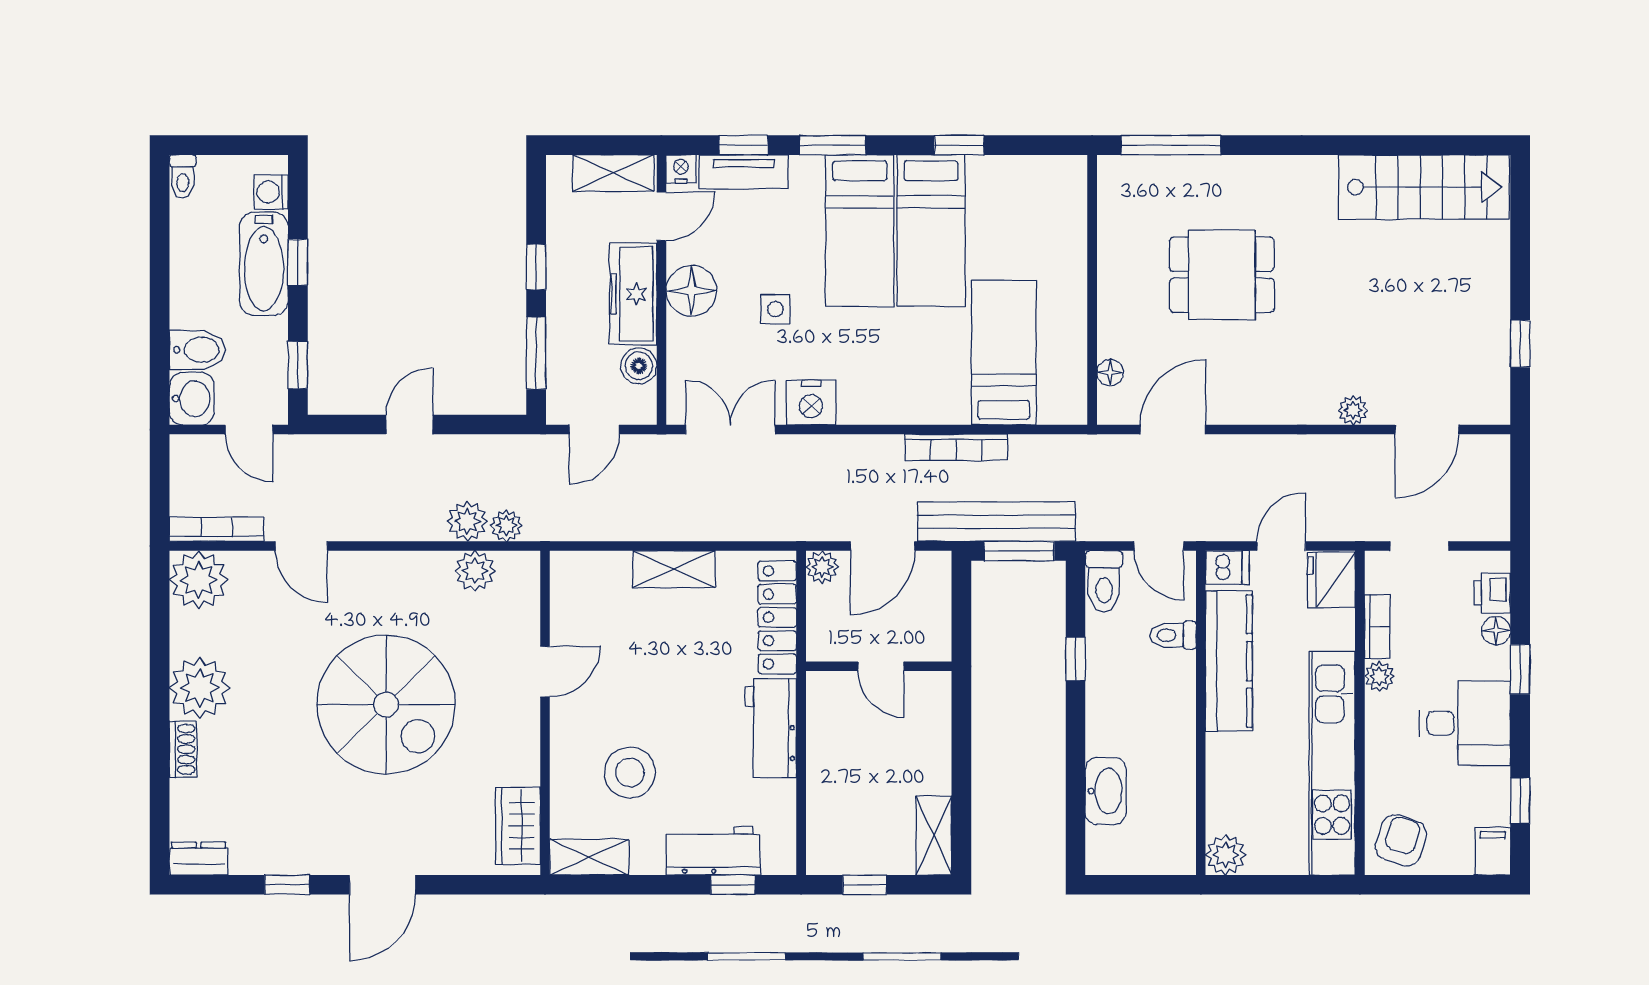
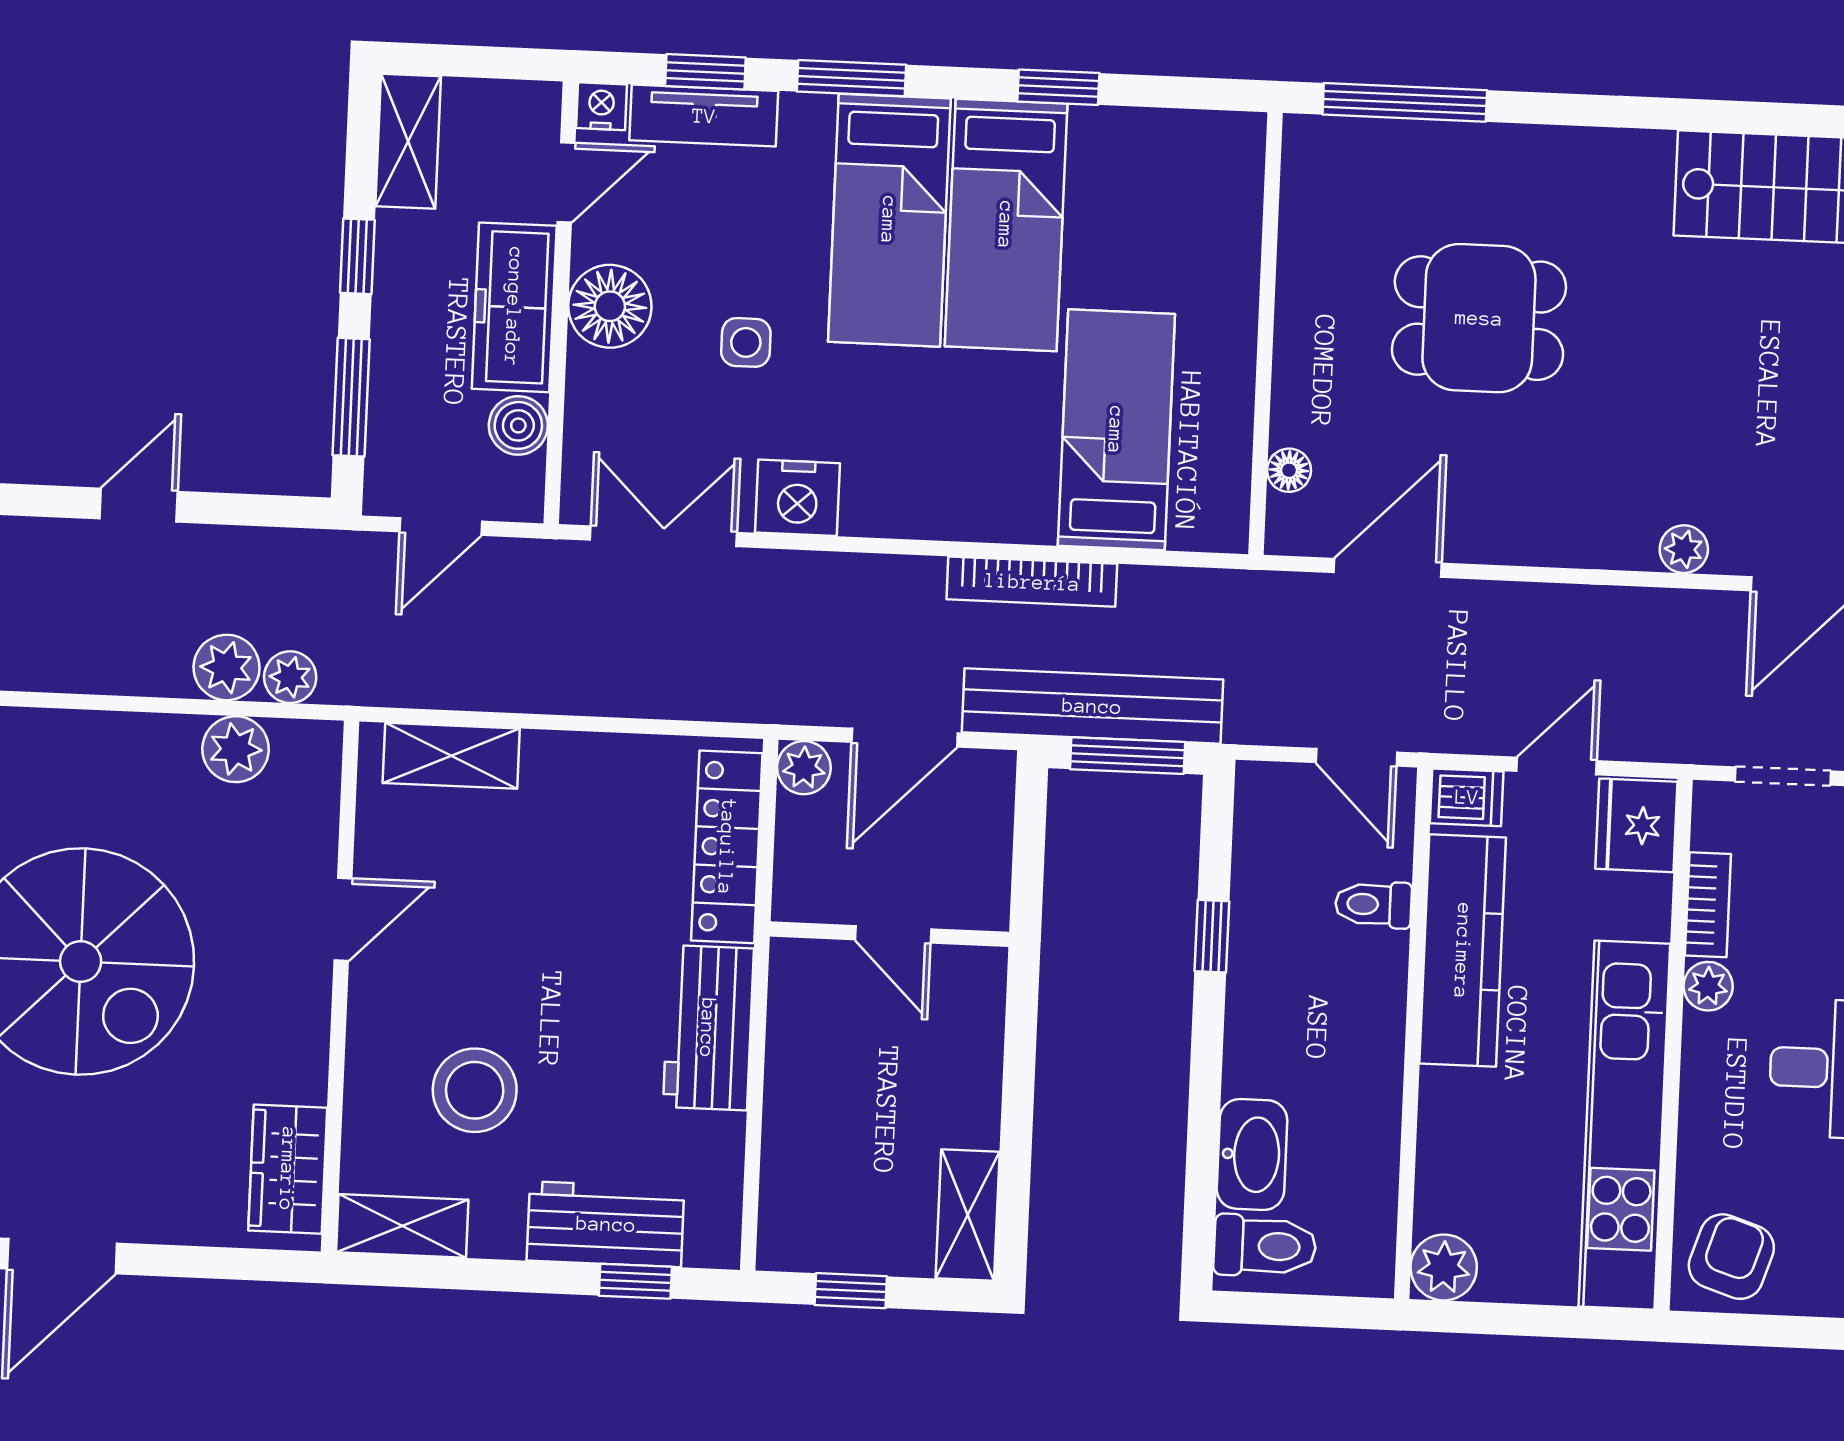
shelving: (613, 173) -> (408, 141), moved, turned 90
shelving: (674, 569) -> (451, 756), moved
toilet: (1104, 582) -> (1265, 1246), moved, turned -90

